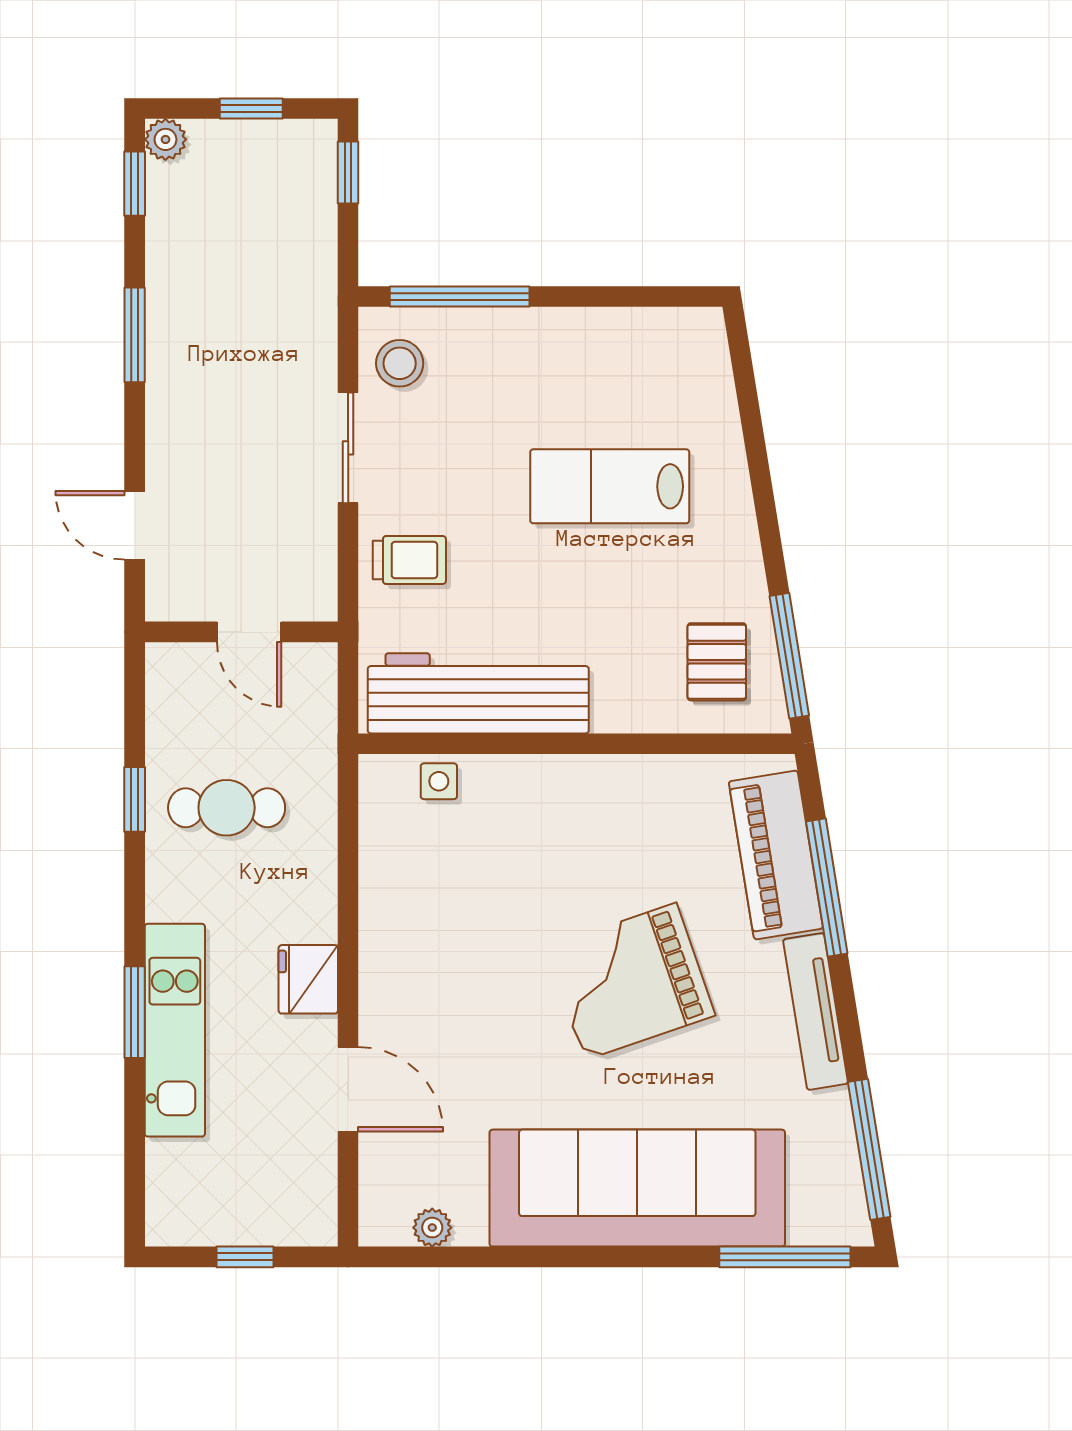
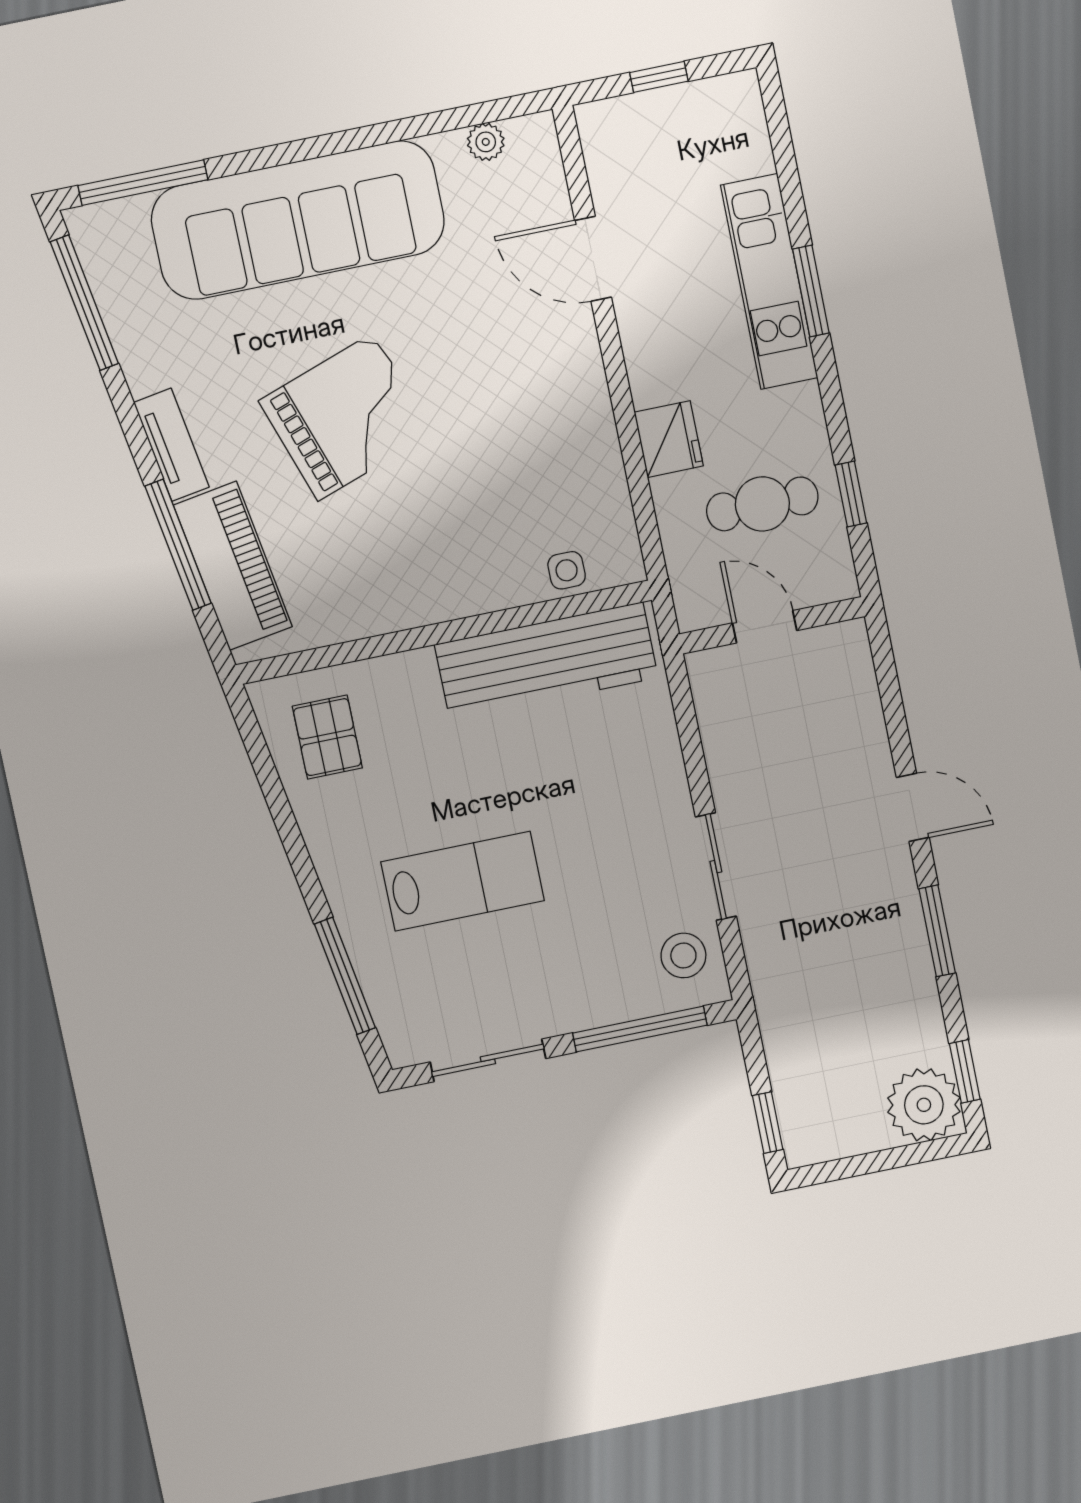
window: (251, 109) -> (870, 1163), removed
plant: (165, 139) -> (924, 1105), width x1.87, depth x1.87
sliding door: (622, 297) -> (488, 1060), added
door: (135, 525) -> (913, 807), moved
trolley: (409, 560) -> (637, 773), removed
wall: (241, 632) -> (772, 625), moved
door: (249, 632) -> (765, 627), moved
window: (789, 656) -> (345, 976), moved
fridge: (308, 979) -> (669, 439), moved
tv unit: (816, 1011) -> (171, 445), width x0.71

